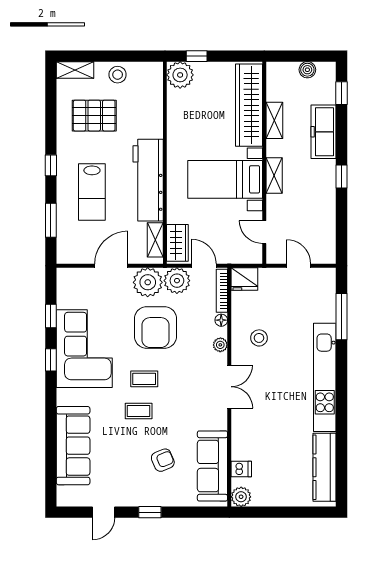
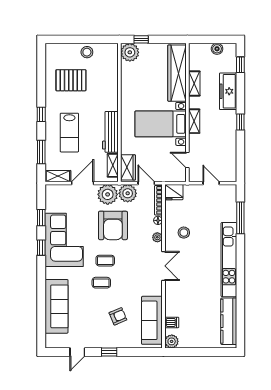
shelving: (75, 70) -> (58, 176), moved
workbench: (148, 180) -> (110, 132), width x0.73, depth x0.76

